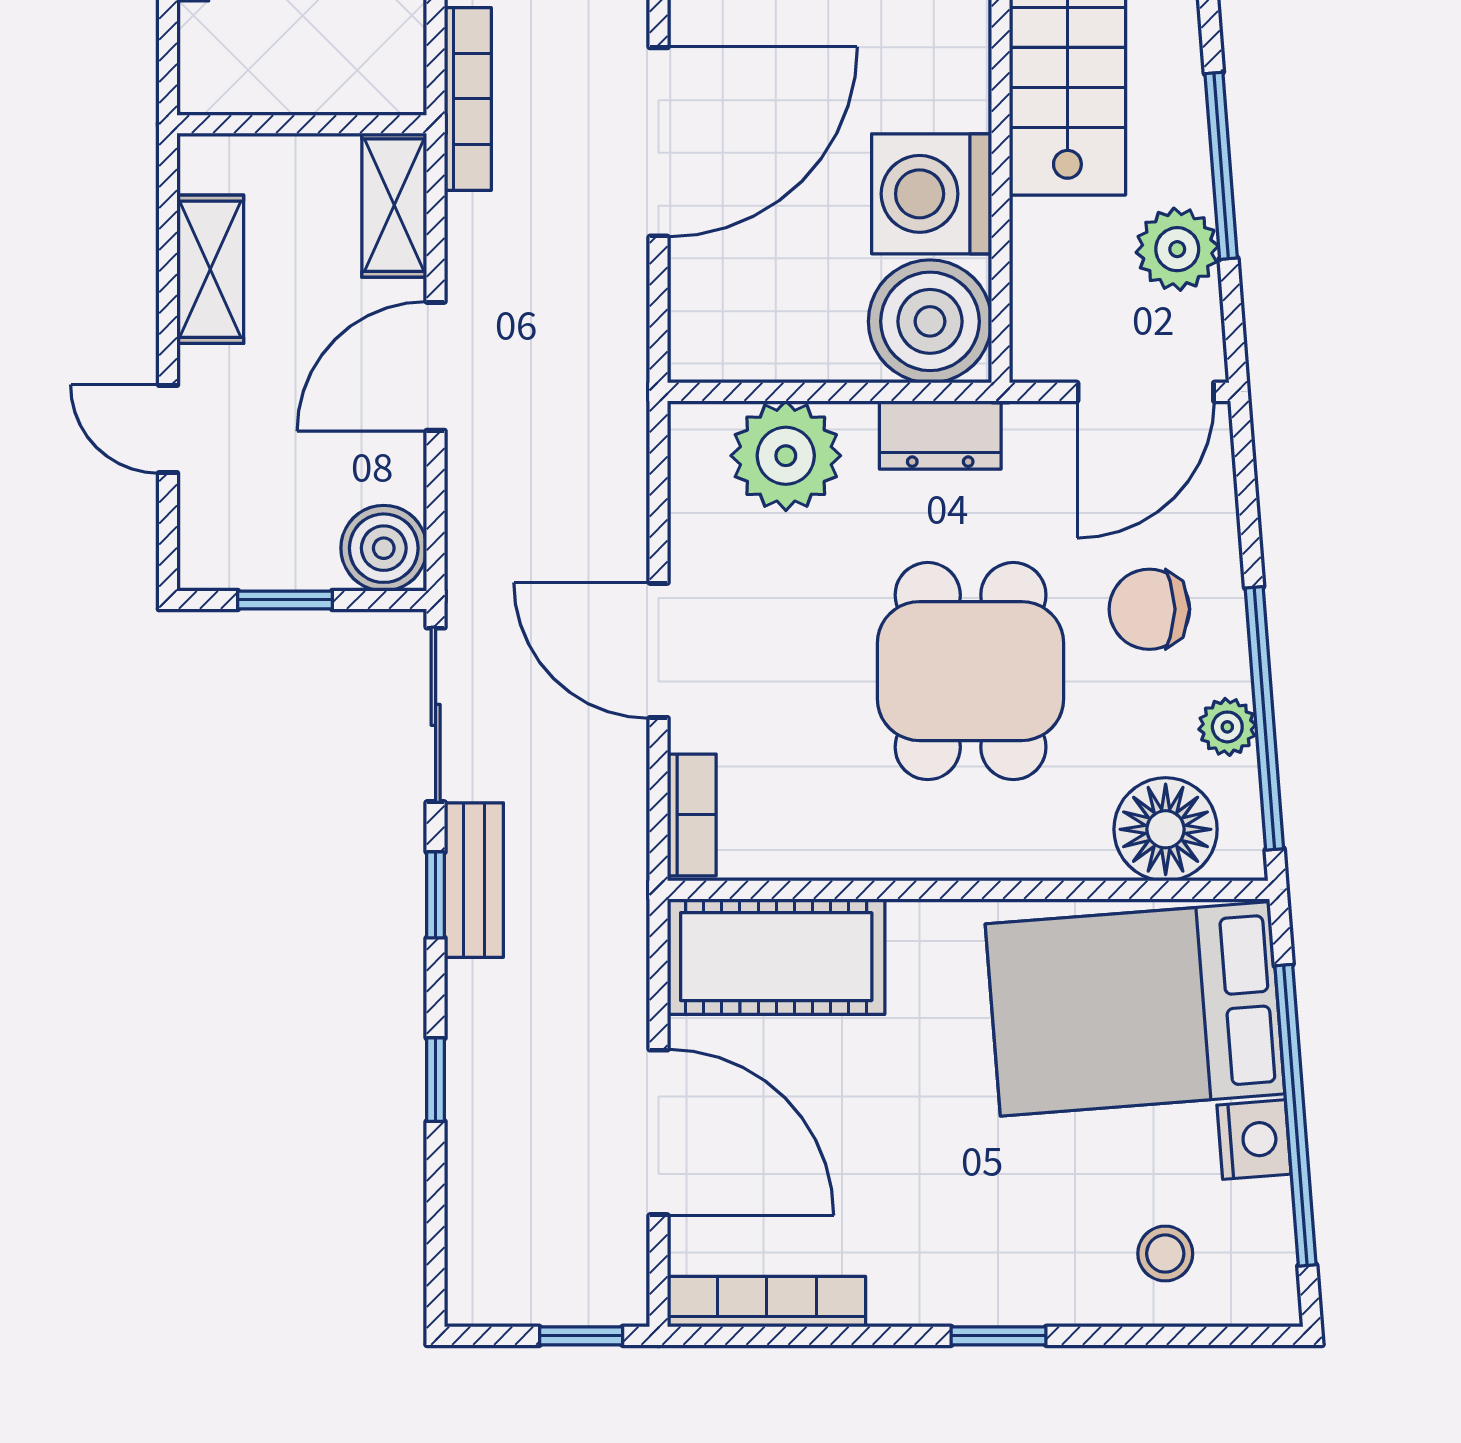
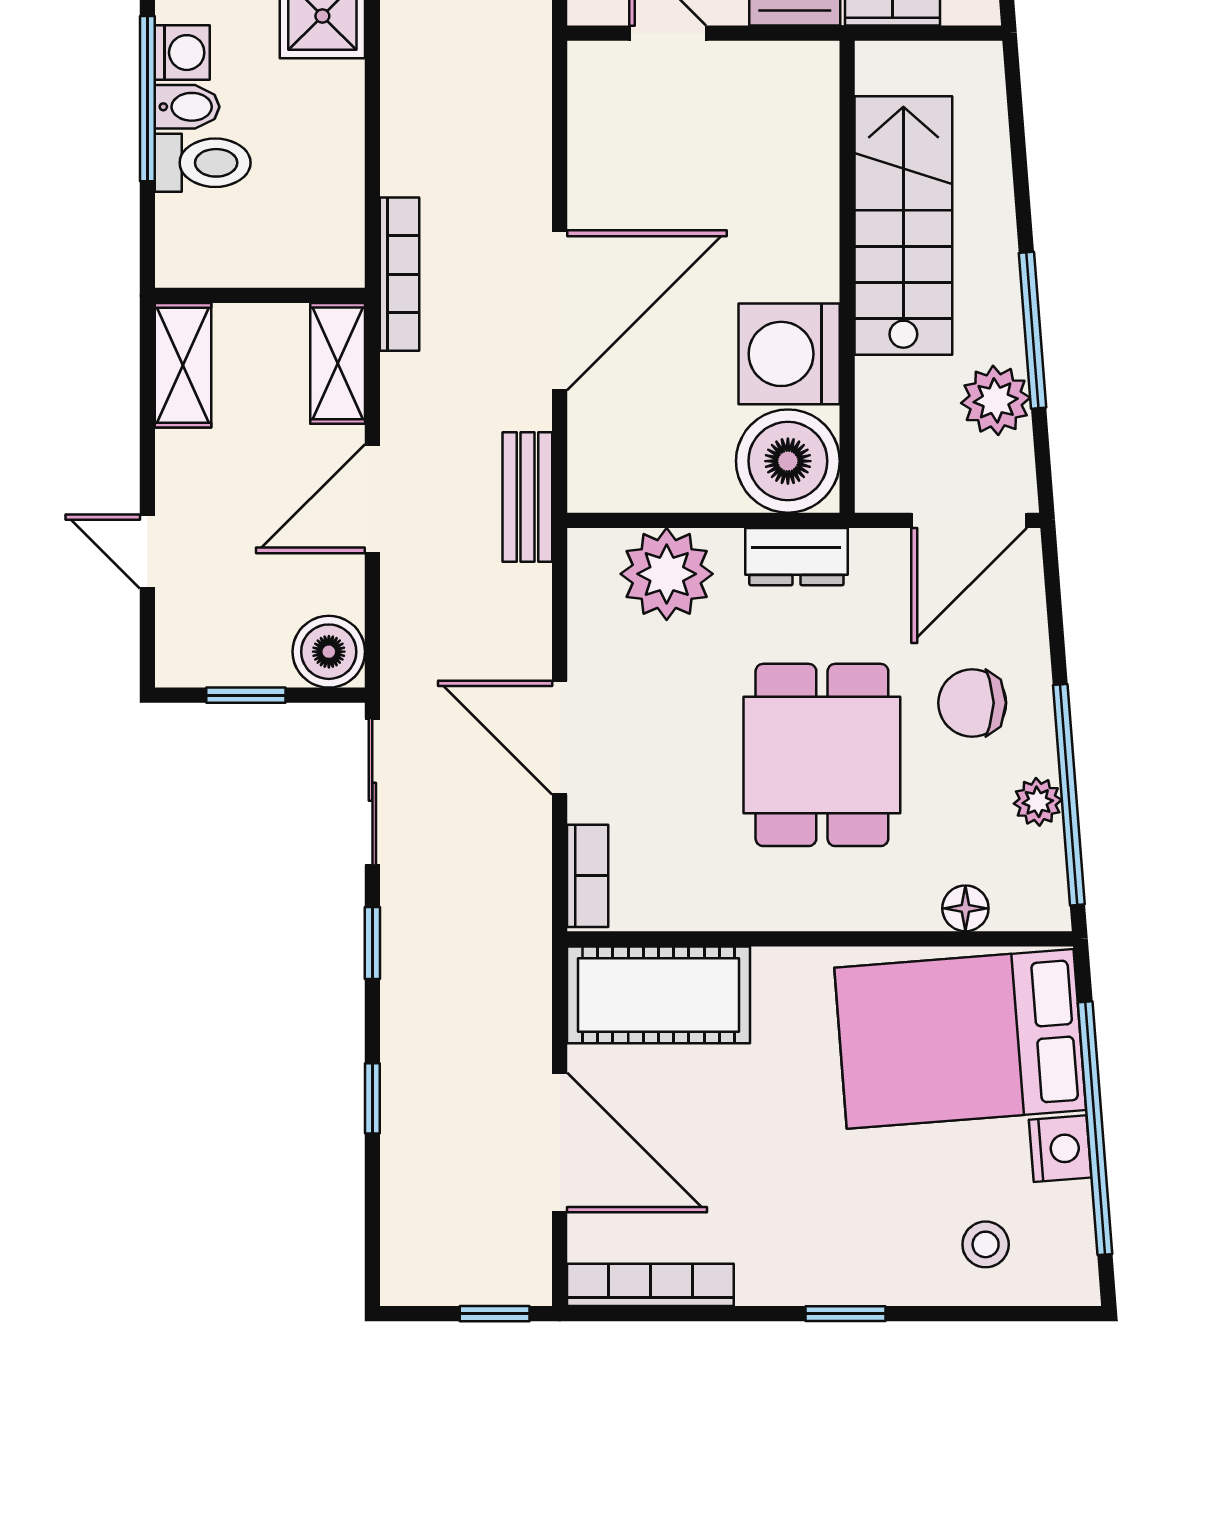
shelving: (210, 269) -> (183, 365), moved
floor lamp: (1166, 829) -> (965, 908), width x0.53, depth x0.53
bench: (474, 880) -> (527, 497), moved

